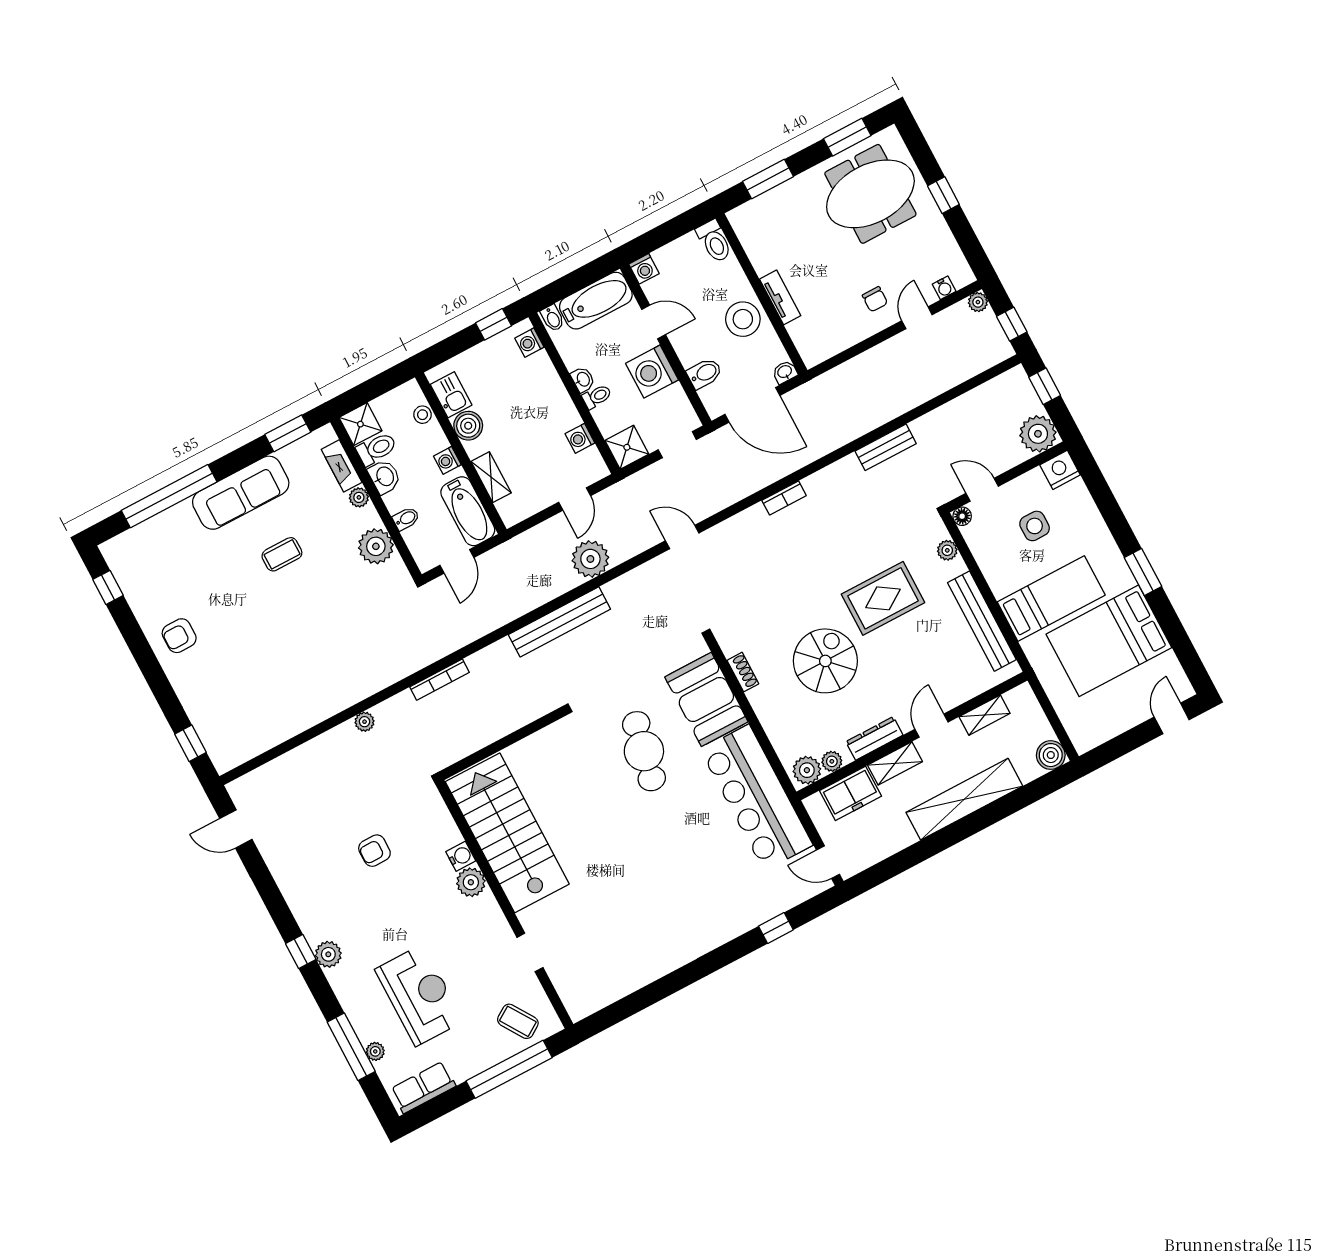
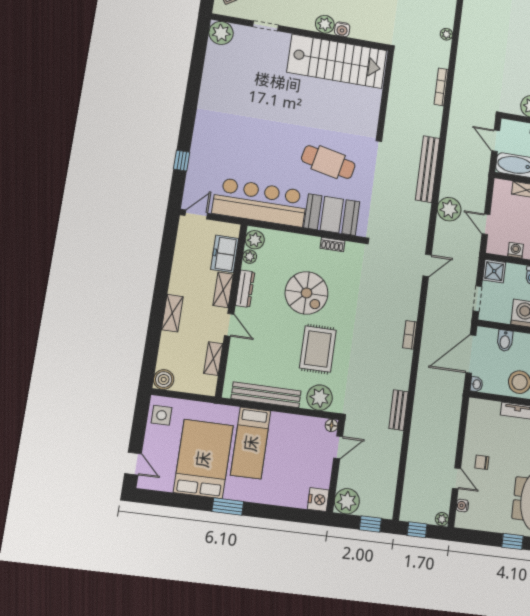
side table: (1035, 526) -> (162, 415), moved
plant: (947, 550) -> (320, 398), width x1.88, depth x1.88
shelving: (964, 799) -> (172, 313), width x0.45, depth x0.75
plant: (581, 999) -> (221, 33), added

